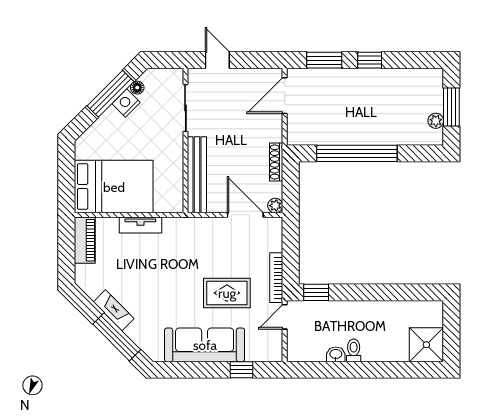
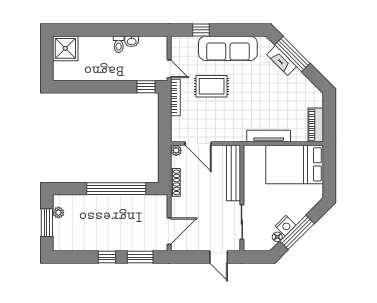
tv unit: (140, 225) -> (269, 136), width x1.41
fireplace: (114, 310) -> (282, 61), moved
door: (285, 317) -> (169, 69), hinge flipped

